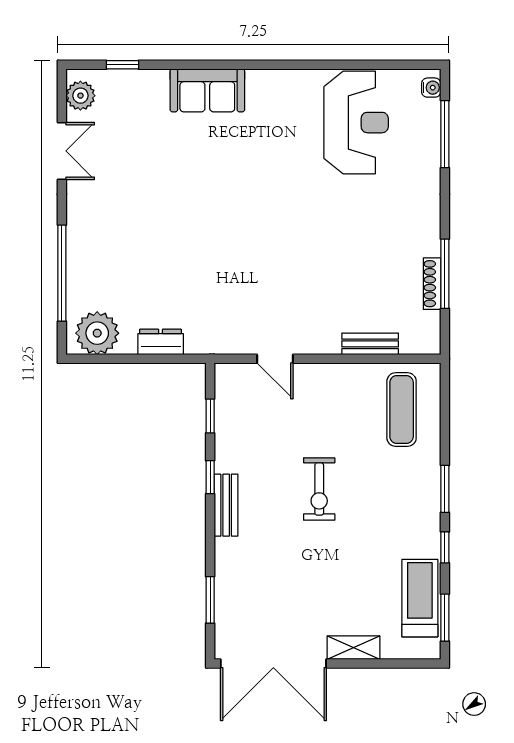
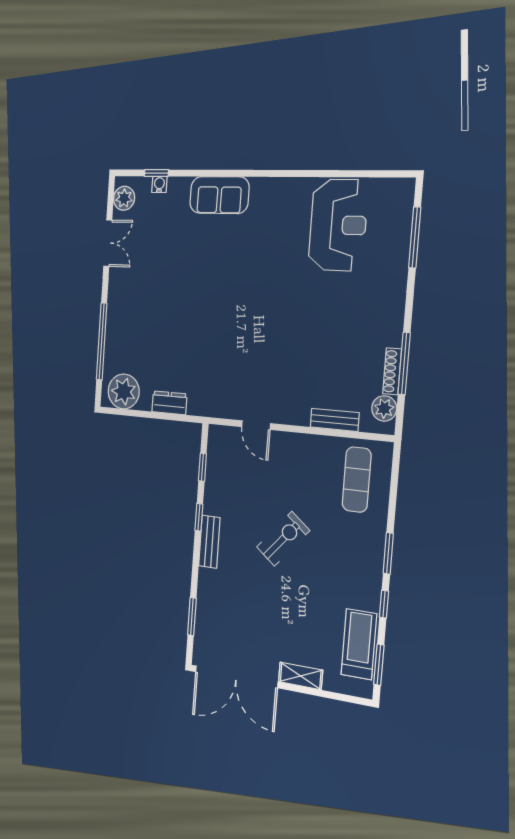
water cooler: (431, 88) -> (159, 184), moved, turned -90
plant: (427, 326) -> (384, 408), added
exercise bike: (319, 489) -> (283, 539), turned -140

